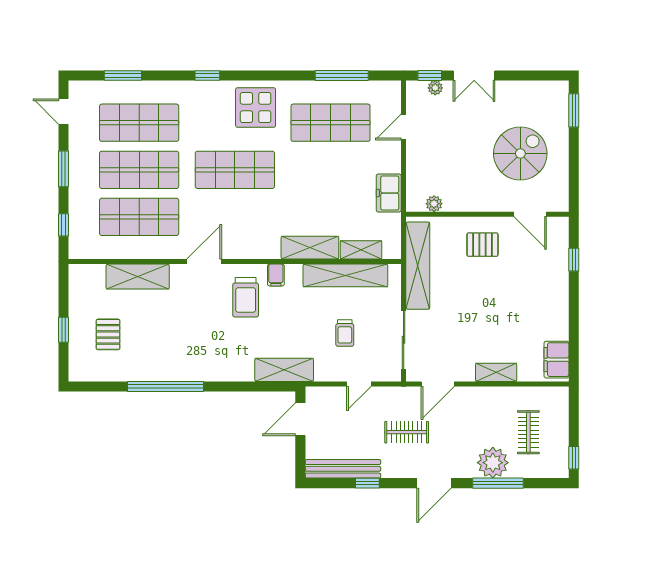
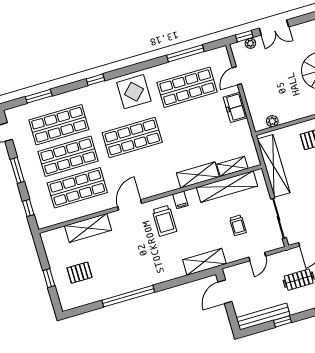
freezer: (389, 193) -> (235, 107), moved
pallet: (108, 334) -> (80, 273), turned 90

